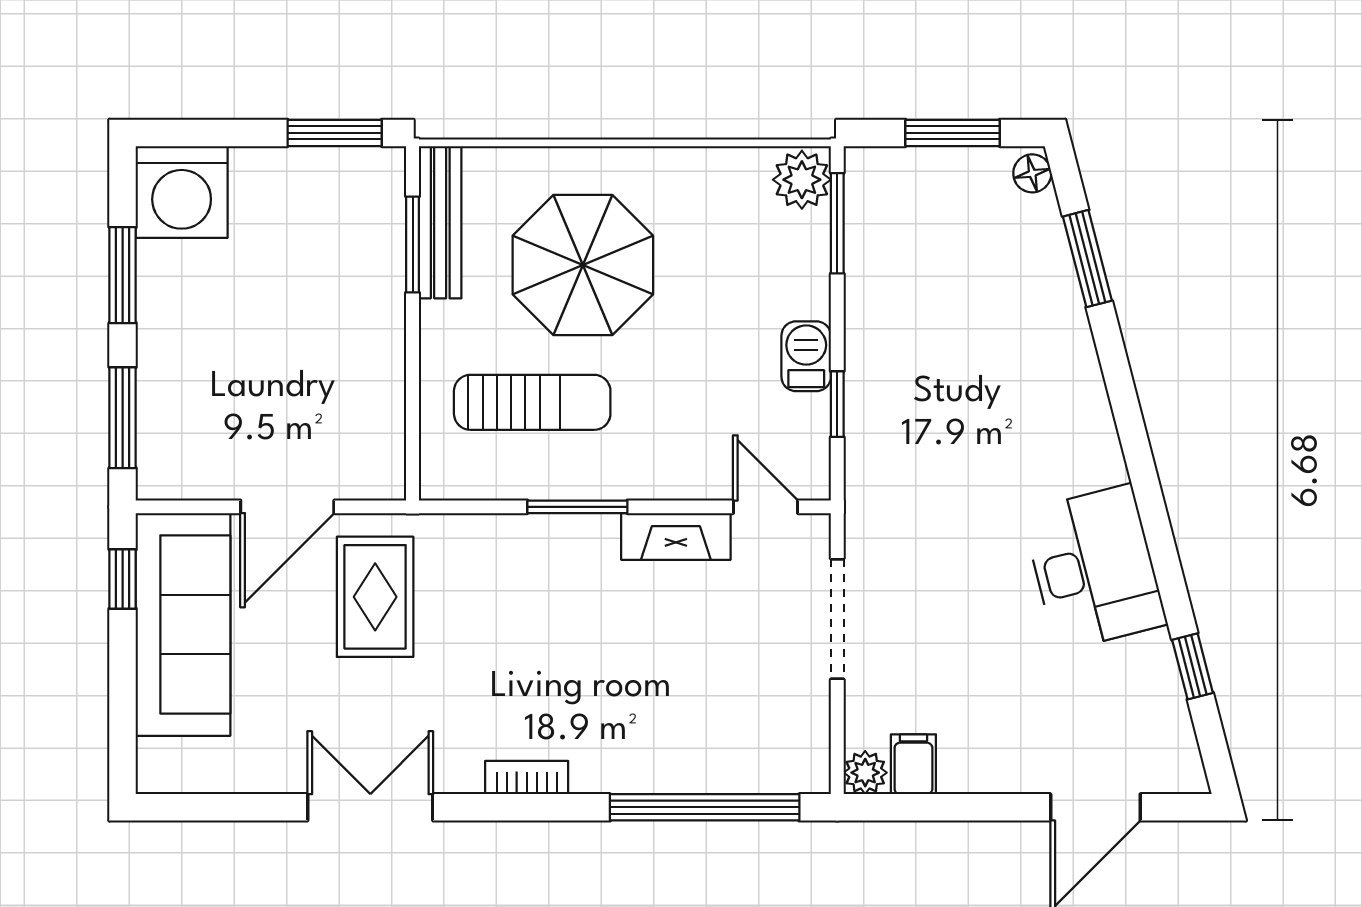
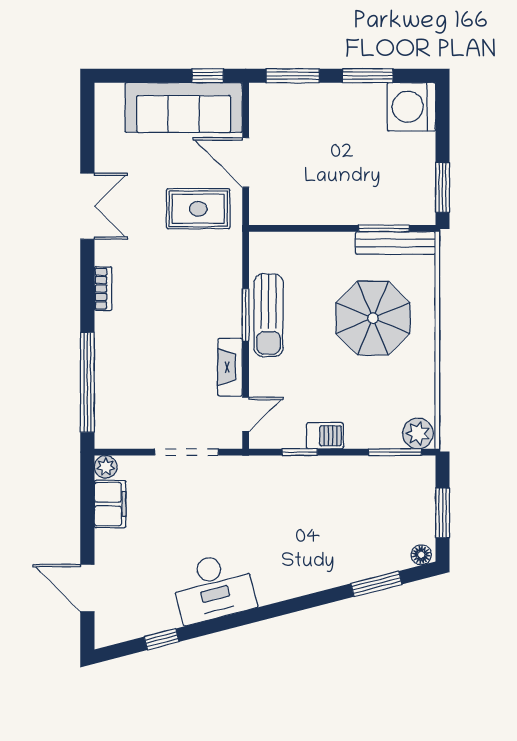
sun lounger: (532, 402) -> (269, 315), moved
filing cabinet: (913, 764) -> (110, 504), width x2.00

